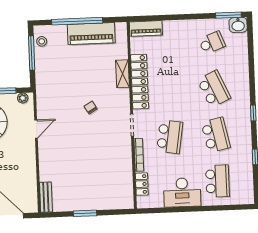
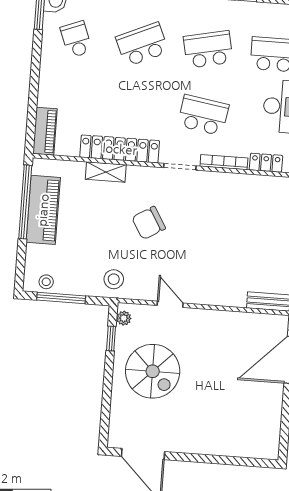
window: (77, 21) -> (25, 202), moved
stool: (49, 88) -> (114, 279), added
chair: (91, 108) -> (149, 223), width x1.87, depth x1.87

